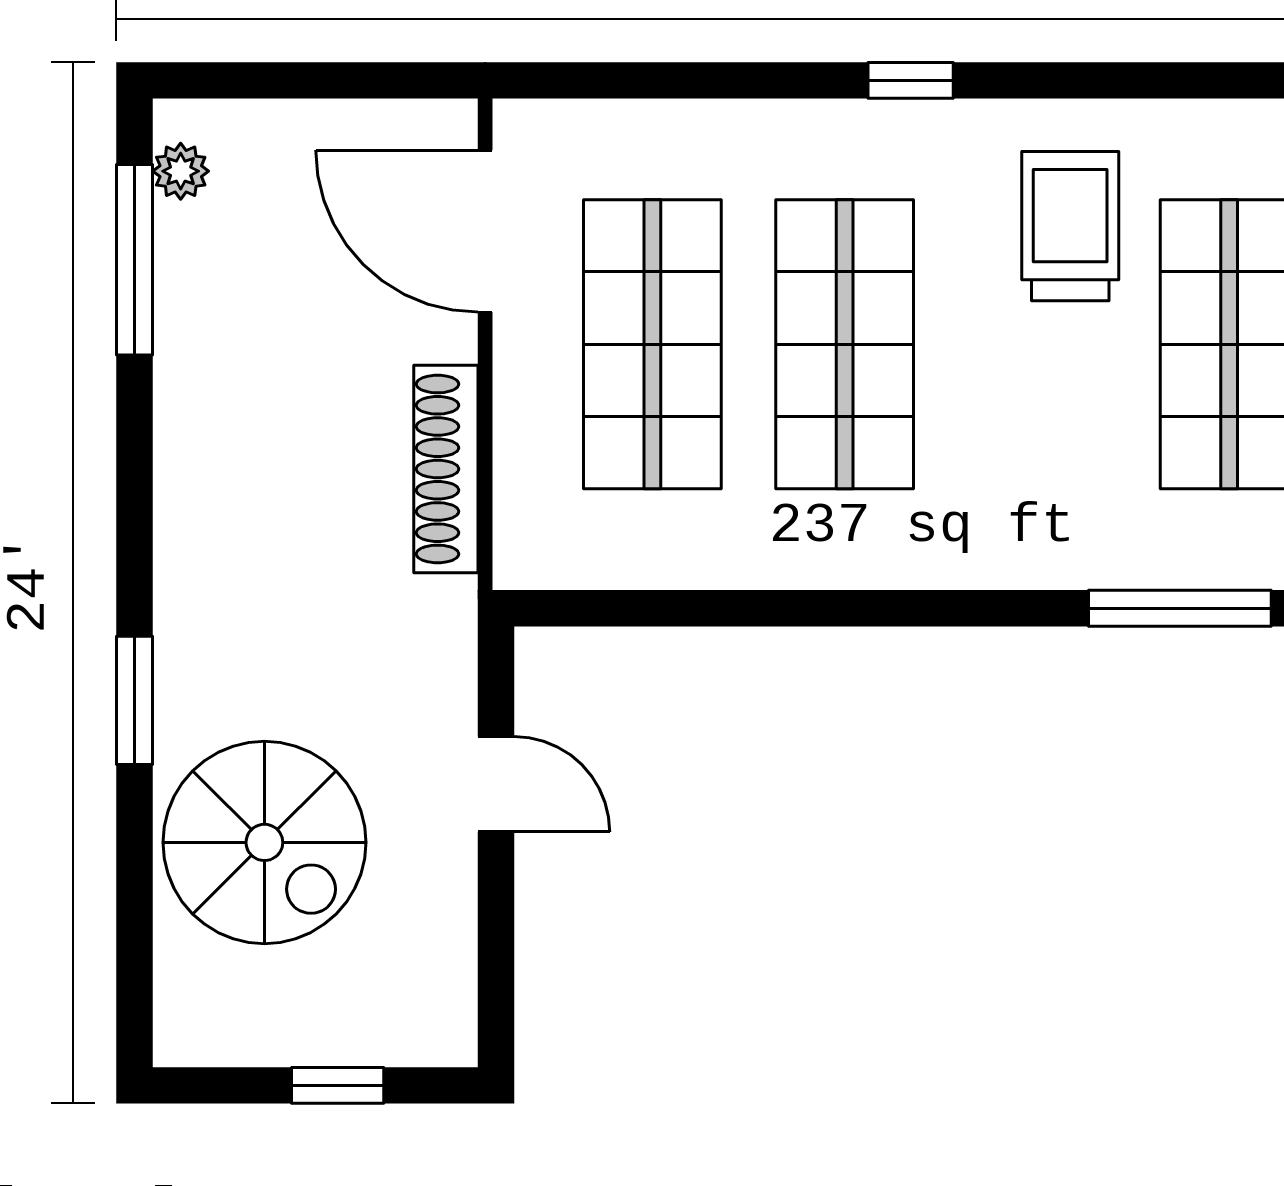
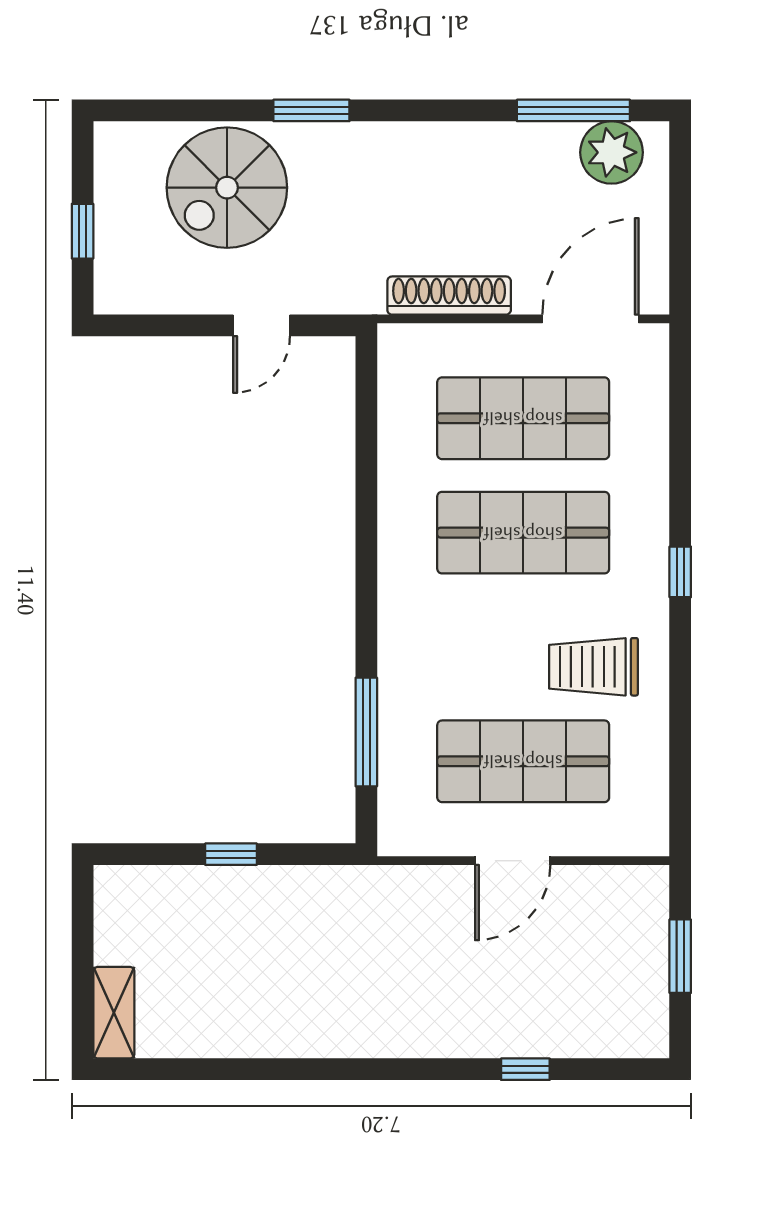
plant: (181, 171) -> (612, 152), width x1.87, depth x1.87
trolley: (1070, 226) -> (593, 667), turned 180

